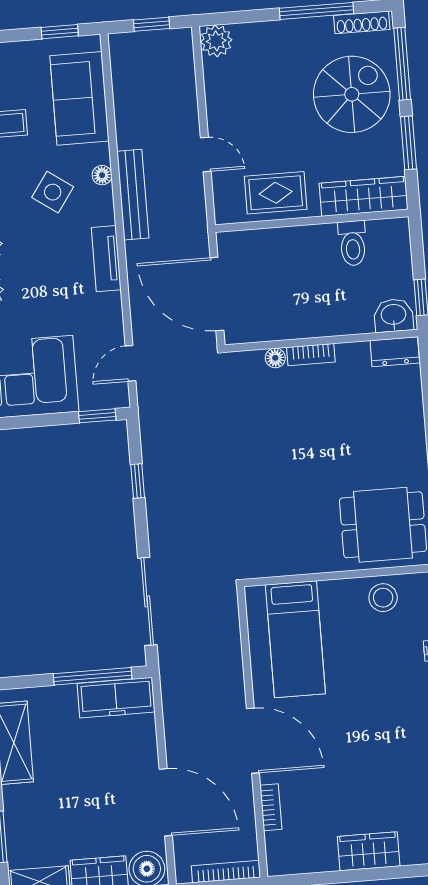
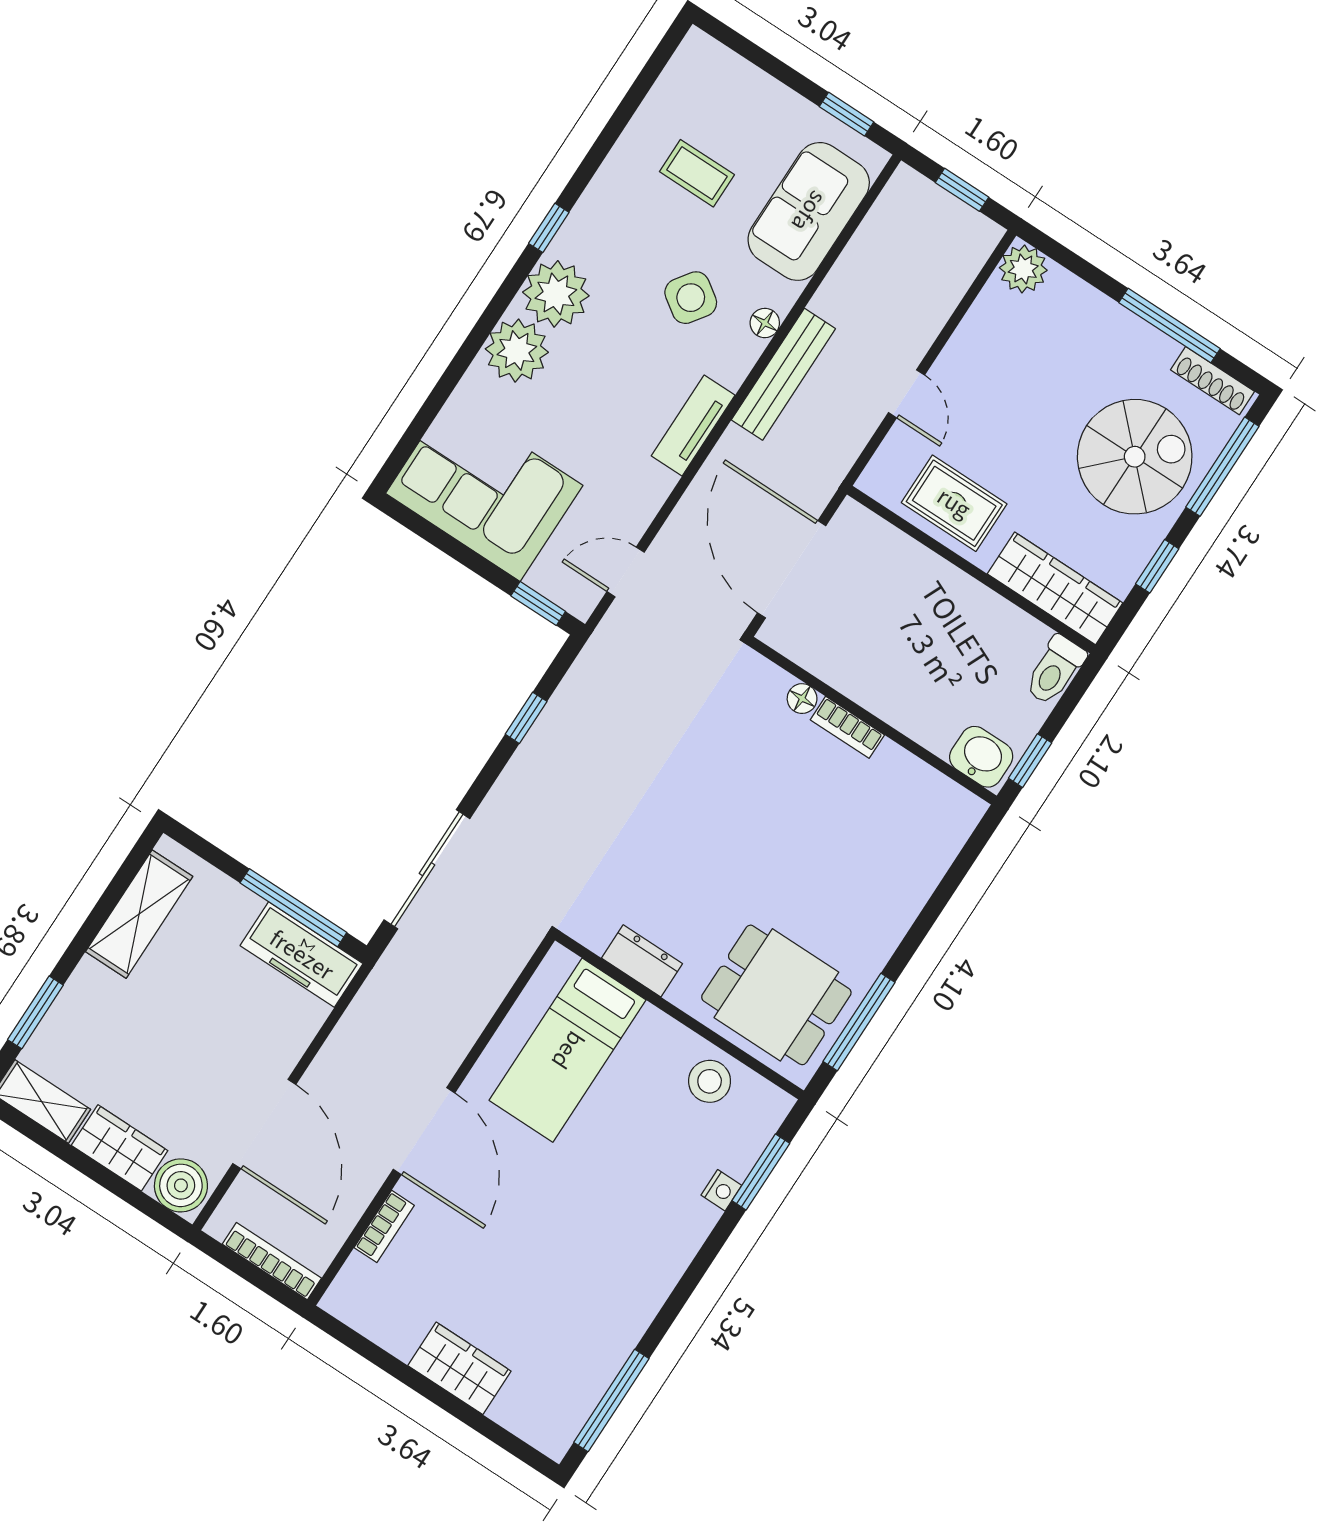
window: (408, 143) -> (1157, 566), width x0.67
toilet: (353, 243) -> (1055, 670), moved
dresser: (395, 352) -> (642, 961), moved, turned 180

